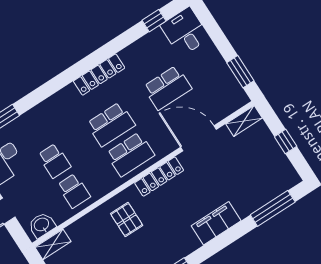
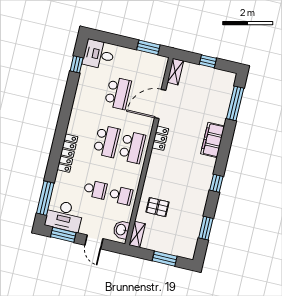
locker: (99, 75) -> (67, 153), moved
locker: (159, 177) -> (160, 138), width x0.66
pallet: (127, 219) -> (157, 207), moved

